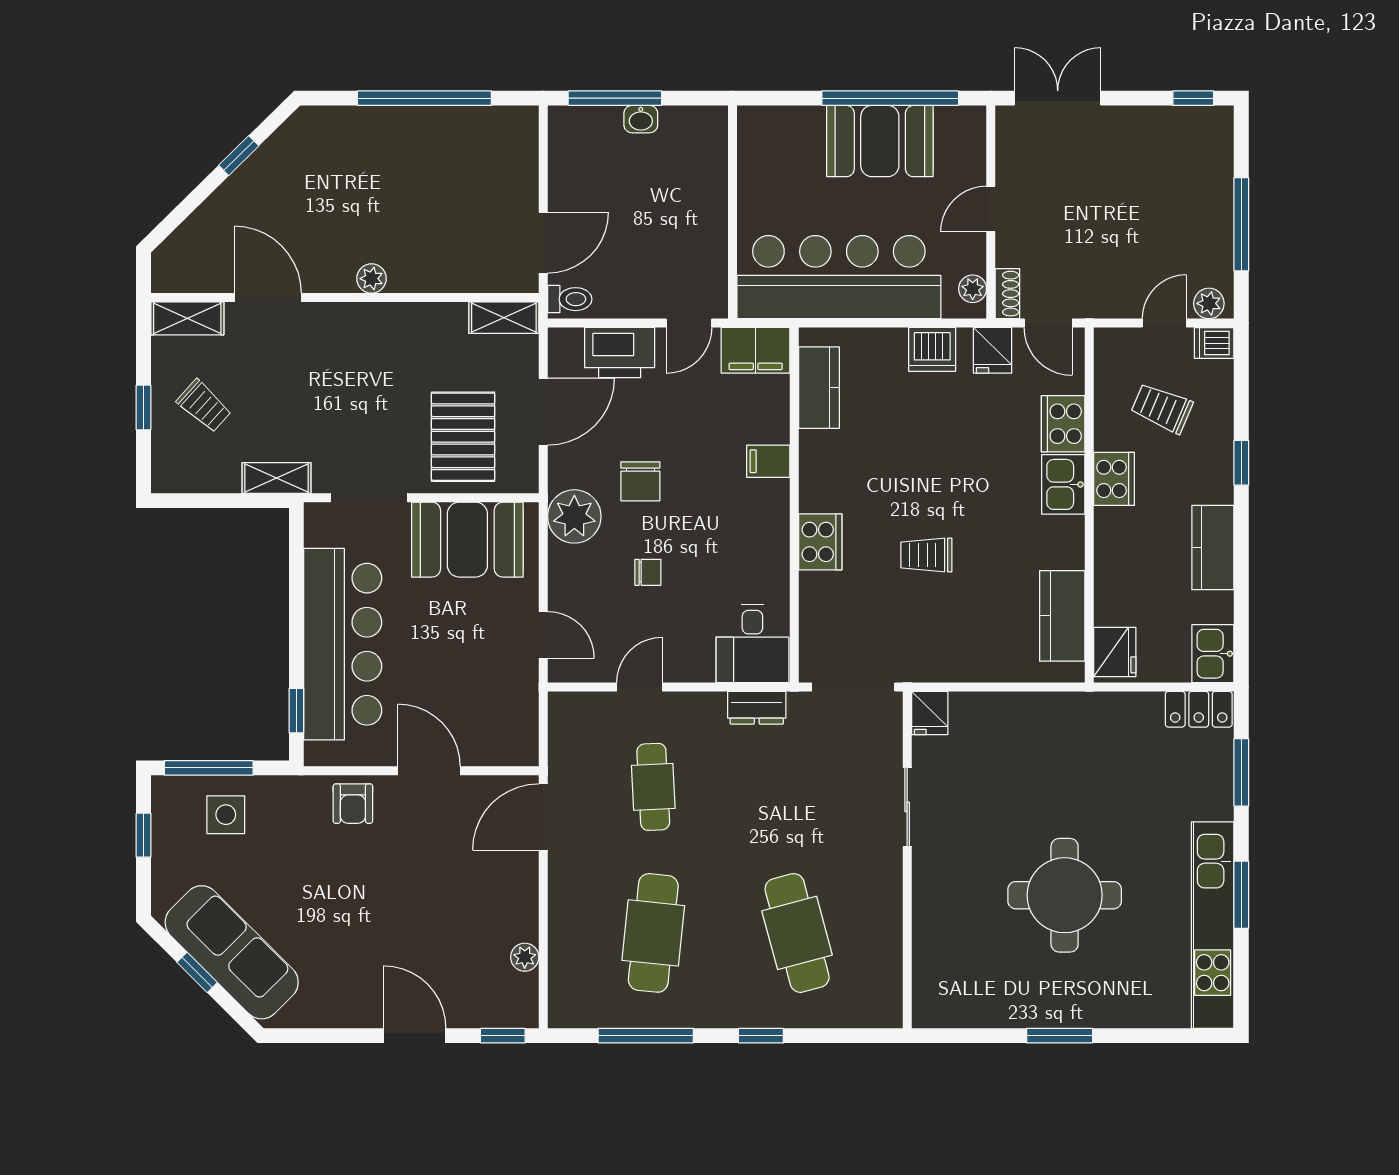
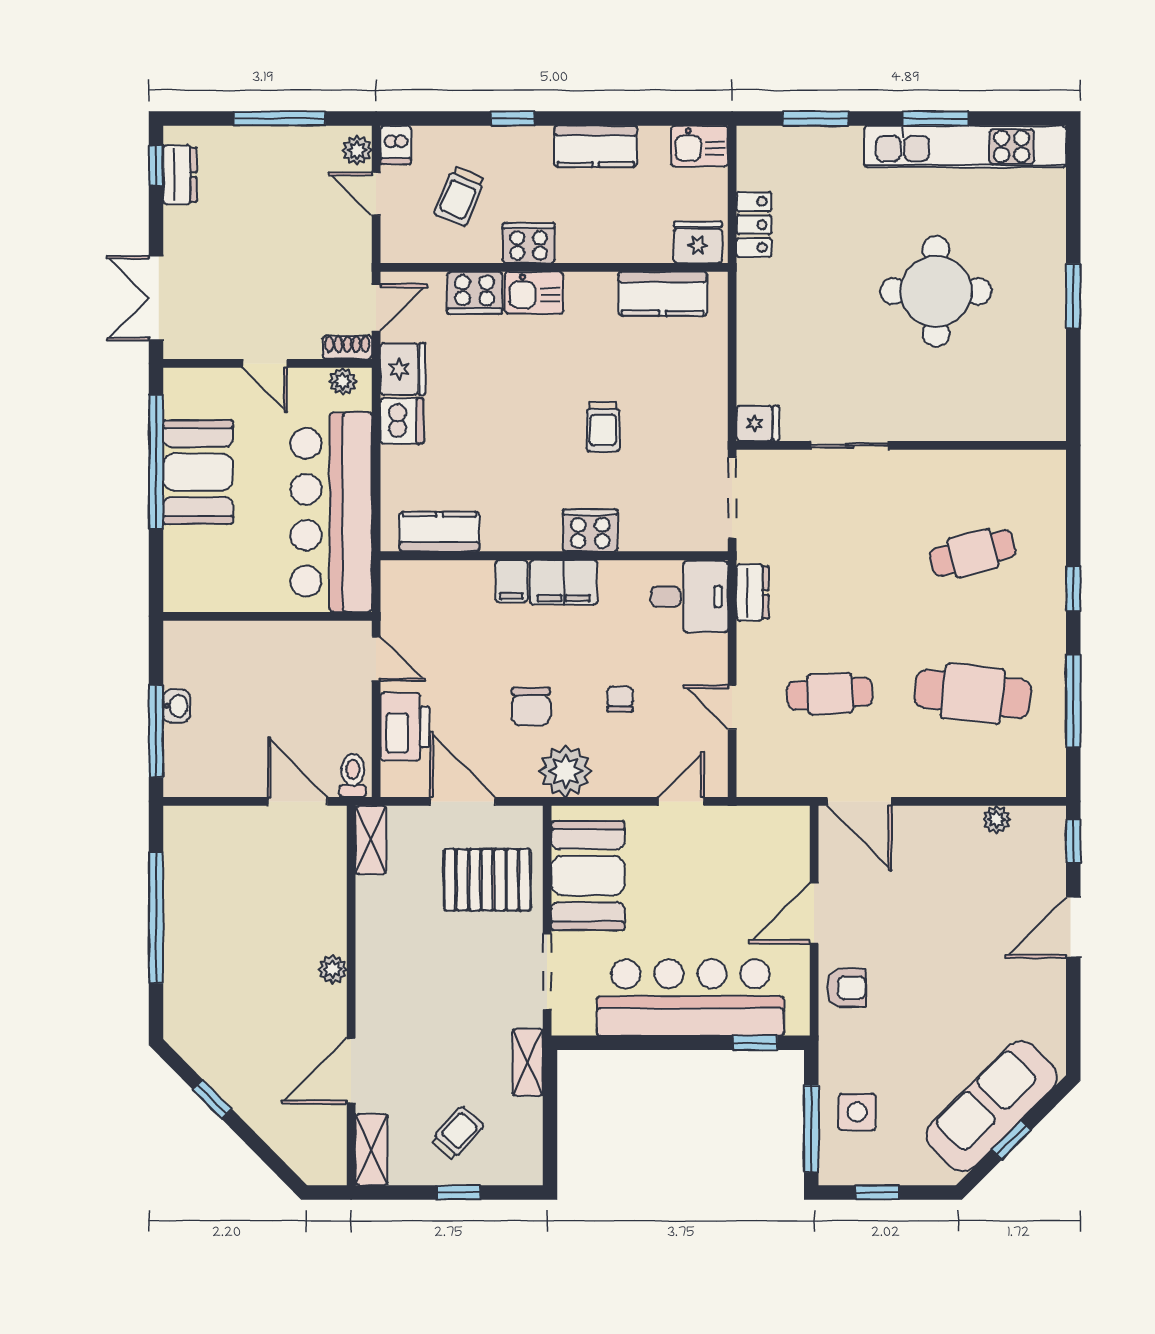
dresser: (1184, 122) -> (180, 175), added
filing cabinet: (756, 350) -> (564, 582), moved, turned 90
fridge: (993, 350) -> (403, 369), width x1.38
chair: (640, 481) -> (531, 706), turned 90
locker: (1199, 709) -> (754, 225), moved
cafe table: (797, 933) -> (973, 553), width x0.73, depth x0.74

